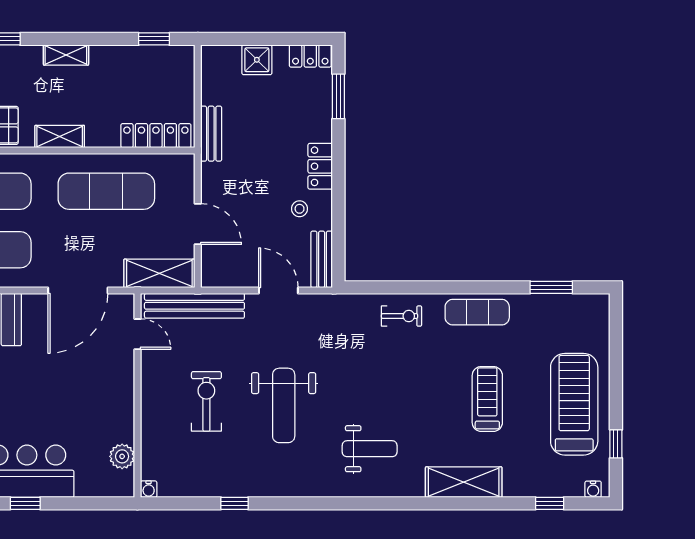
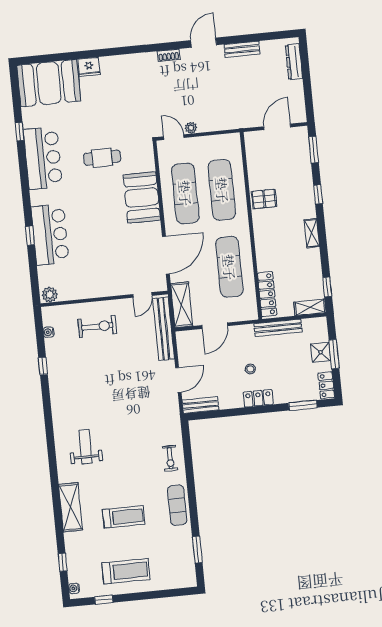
window: (262, 39) -> (334, 354), added
bench: (211, 134) -> (278, 328), width x1.36
shelving: (60, 136) -> (310, 307), moved, turned 90
stool: (300, 209) -> (250, 369), moved
door: (78, 290) -> (166, 255), swing flipped
exercise bike: (206, 401) -> (97, 326), moved
treadmill: (574, 404) -> (126, 571), width x0.73, depth x0.73
weight bench: (284, 405) -> (107, 390), removed
weight bench: (370, 449) -> (85, 447), turned 180
plant: (122, 456) -> (50, 295), moved
water cooler: (149, 489) -> (49, 332), moved

